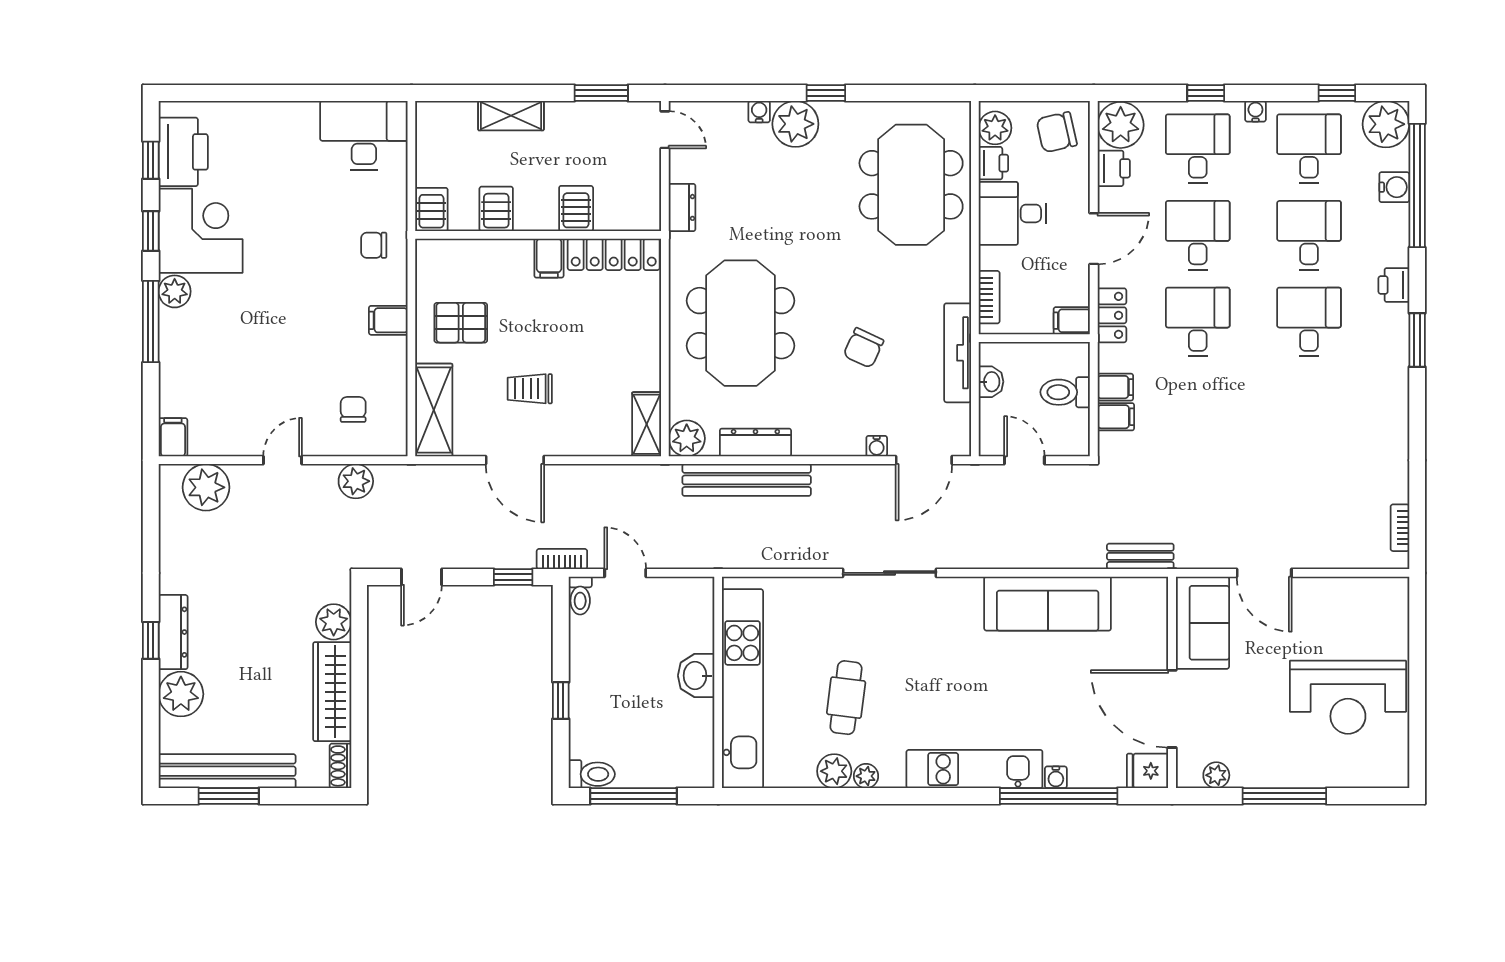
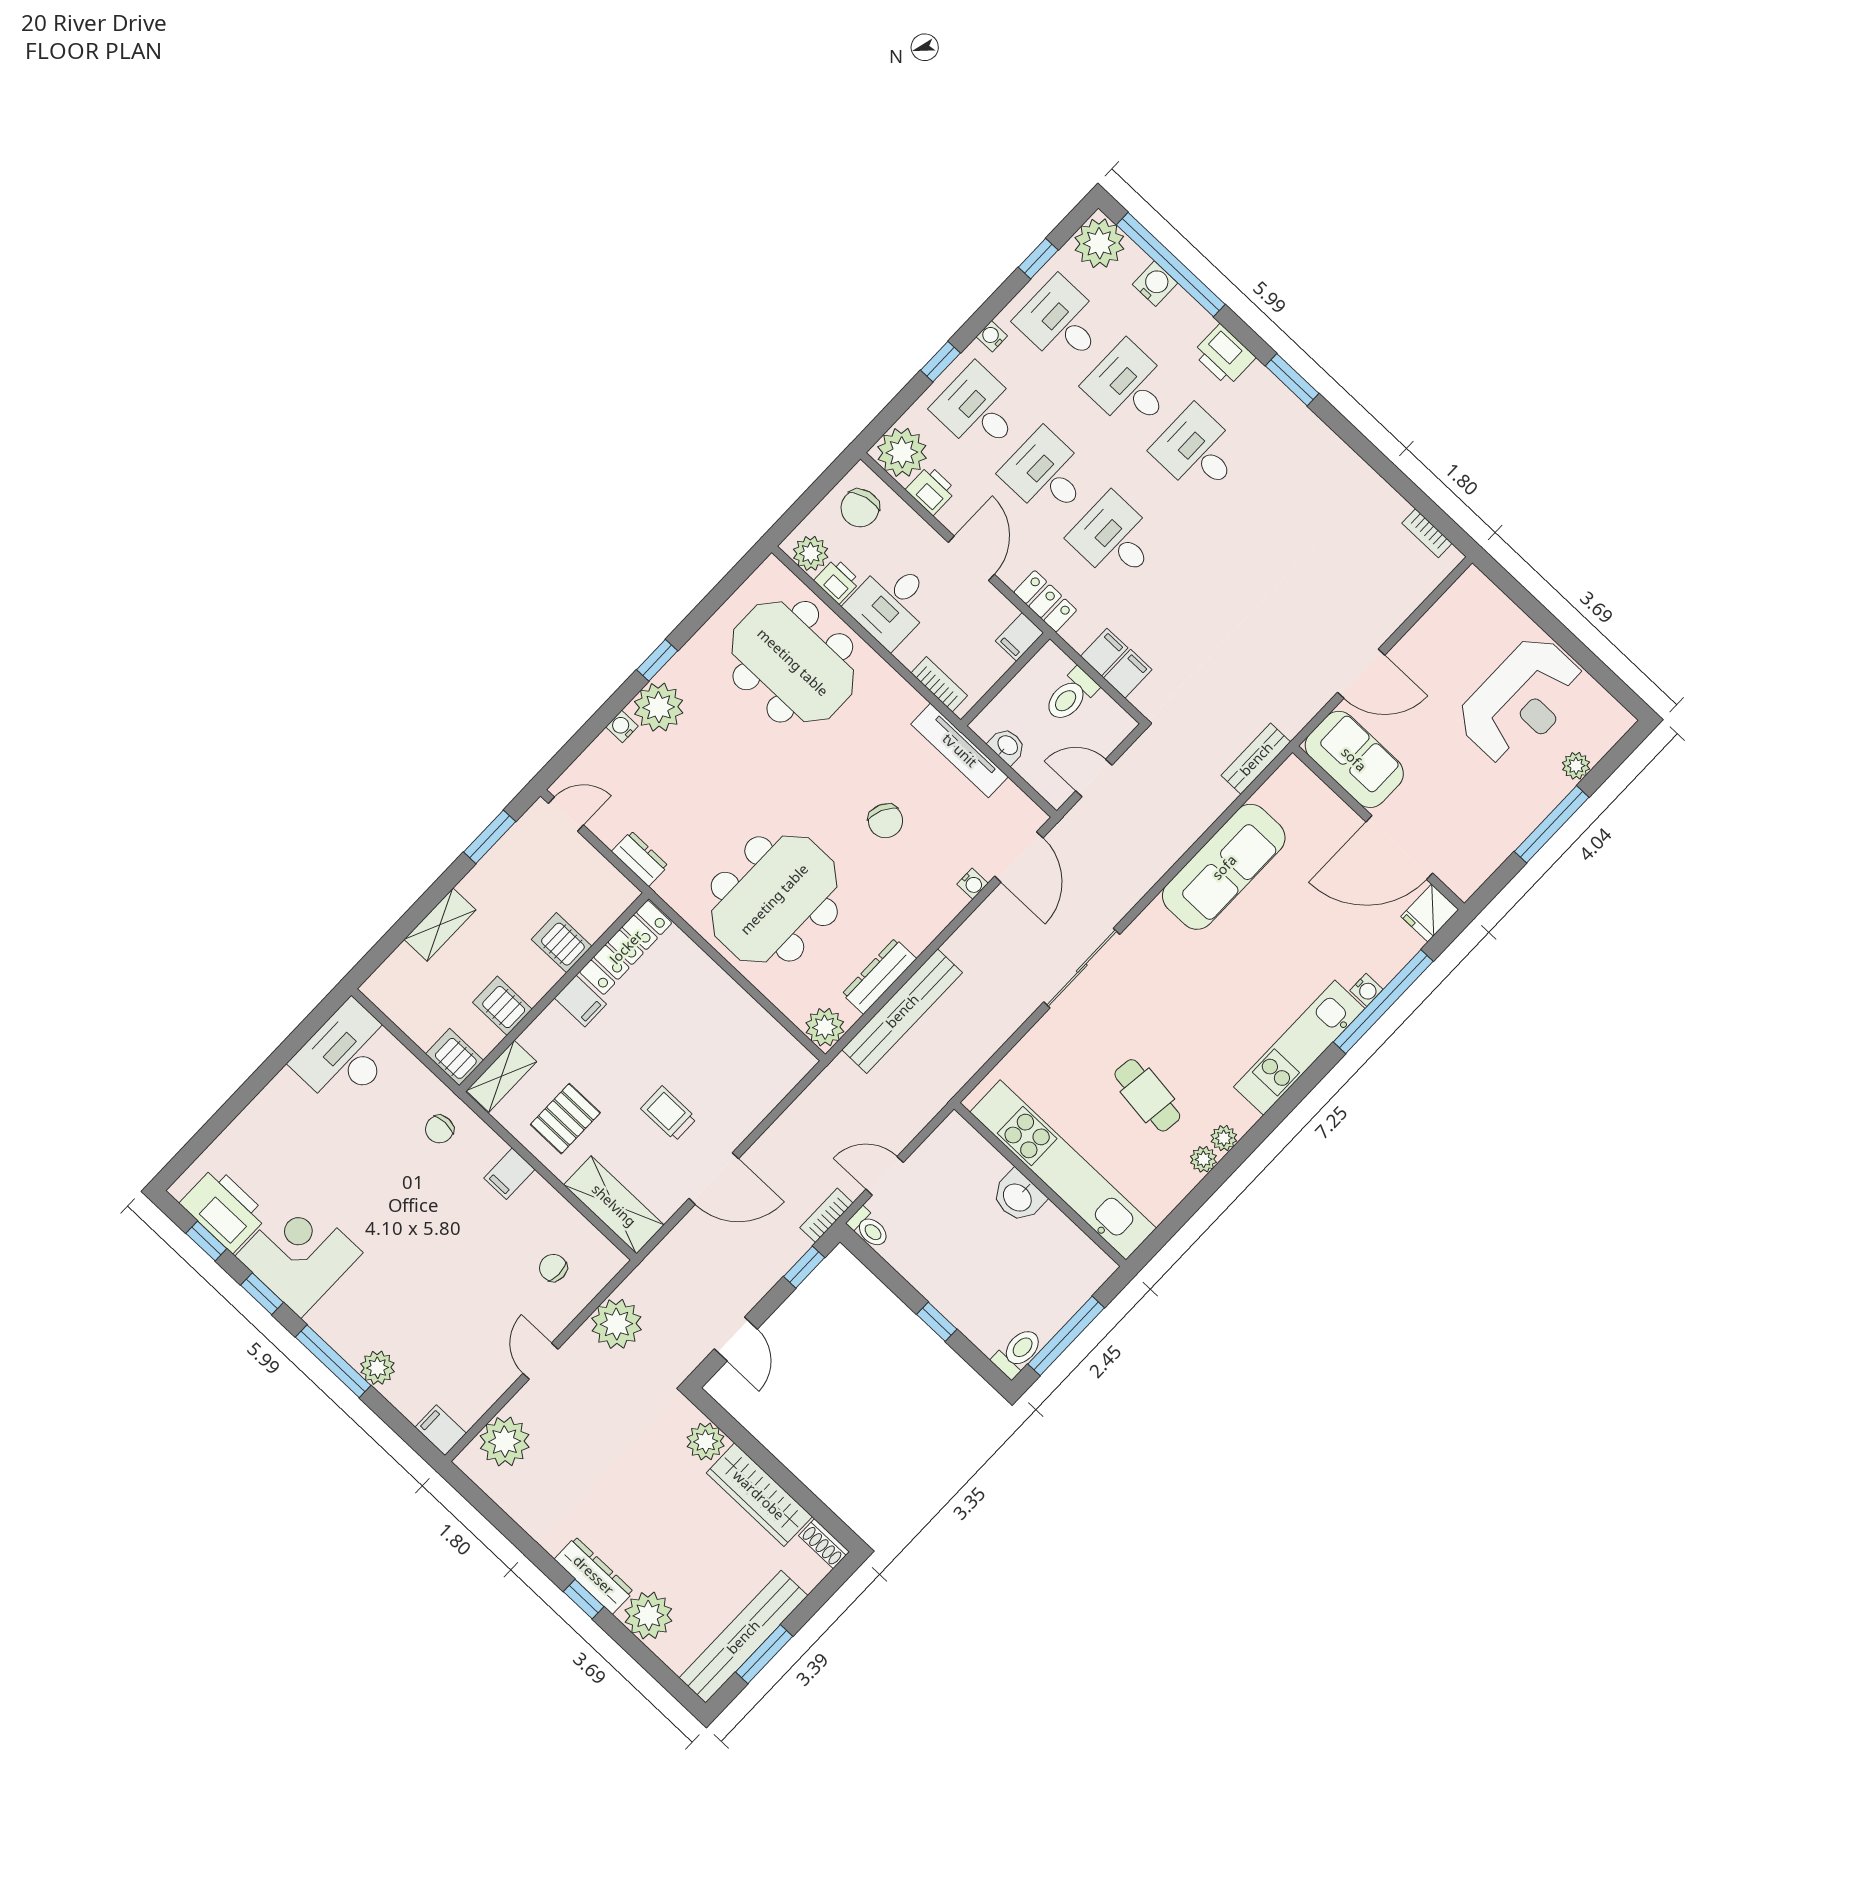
printer: (1394, 285) -> (1224, 355), width x1.36, depth x1.24
plant: (175, 291) -> (377, 1368), moved
meeting table: (741, 323) -> (774, 899), turned 90
trolley: (530, 389) -> (669, 1114), turned 90
shelving: (647, 424) -> (501, 1076), moved, turned 90
plant: (356, 481) -> (616, 1324), width x1.36, depth x1.36
plant: (834, 771) -> (1203, 1159), width x0.73, depth x0.73
plant: (1216, 775) -> (1576, 766), moved

